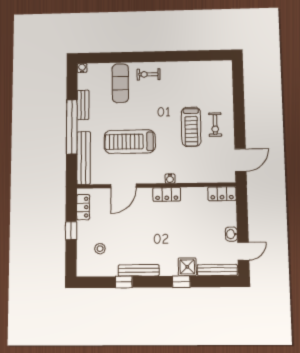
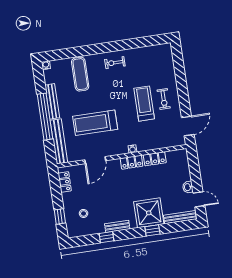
exercise bike: (148, 74) -> (115, 63), moved
bench: (83, 105) -> (52, 101), width x1.36
treadmill: (191, 127) -> (144, 104), turned 180
locker: (222, 194) -> (155, 159), moved
window: (71, 231) -> (60, 216), moved
door: (243, 251) -> (199, 199), hinge flipped
shower: (187, 267) -> (149, 213), width x1.86, depth x1.86
bench: (139, 270) -> (117, 226), width x0.73

